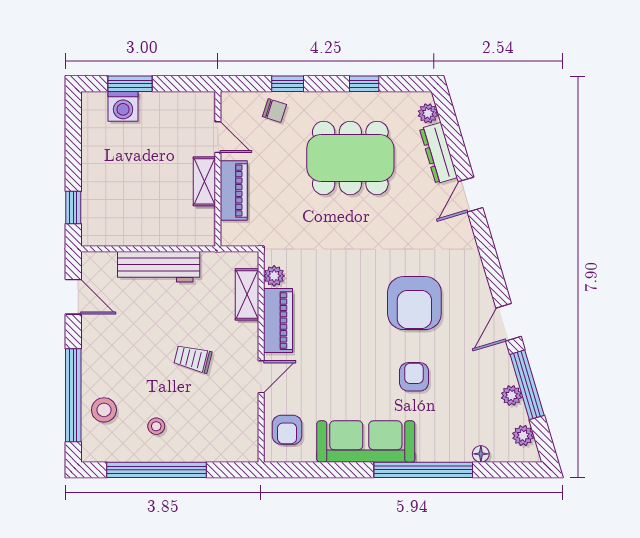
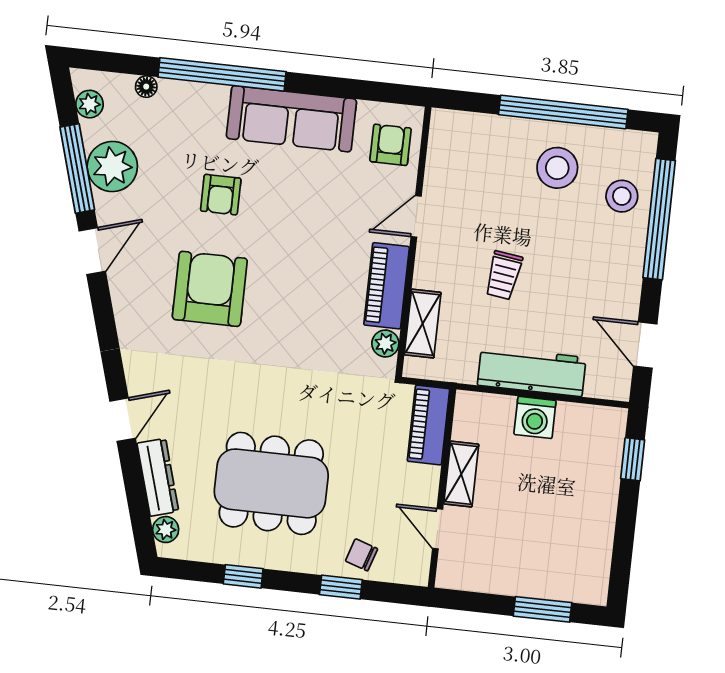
washing machine: (123, 106) -> (535, 417), moved, turned 180
piano: (234, 190) -> (428, 425), moved
trolley: (193, 359) -> (504, 275), moved, turned 84
plant: (511, 395) -> (112, 167), width x1.87, depth x1.87
stool: (156, 426) -> (557, 168), width x1.89, depth x1.89

